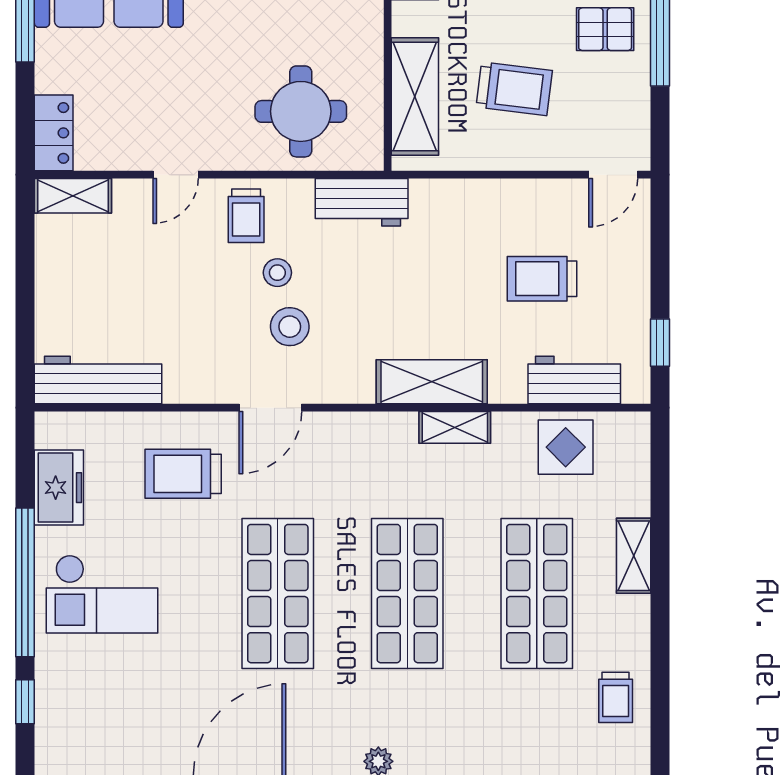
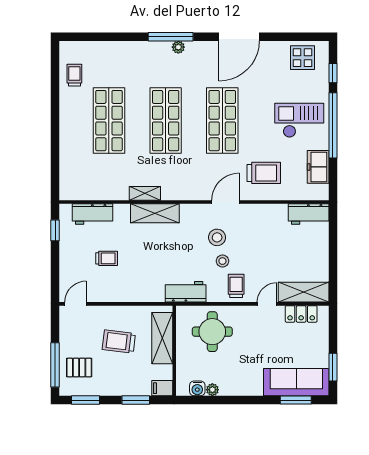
locker: (54, 133) -> (301, 314), moved, turned -90
shelving: (73, 196) -> (304, 292), width x1.50, depth x1.33
trolley: (542, 279) -> (107, 258), width x0.73, depth x0.72
workbench: (98, 380) -> (309, 214), width x0.73
display table: (566, 447) -> (303, 58), moved
shelving: (634, 556) -> (67, 137), removed

